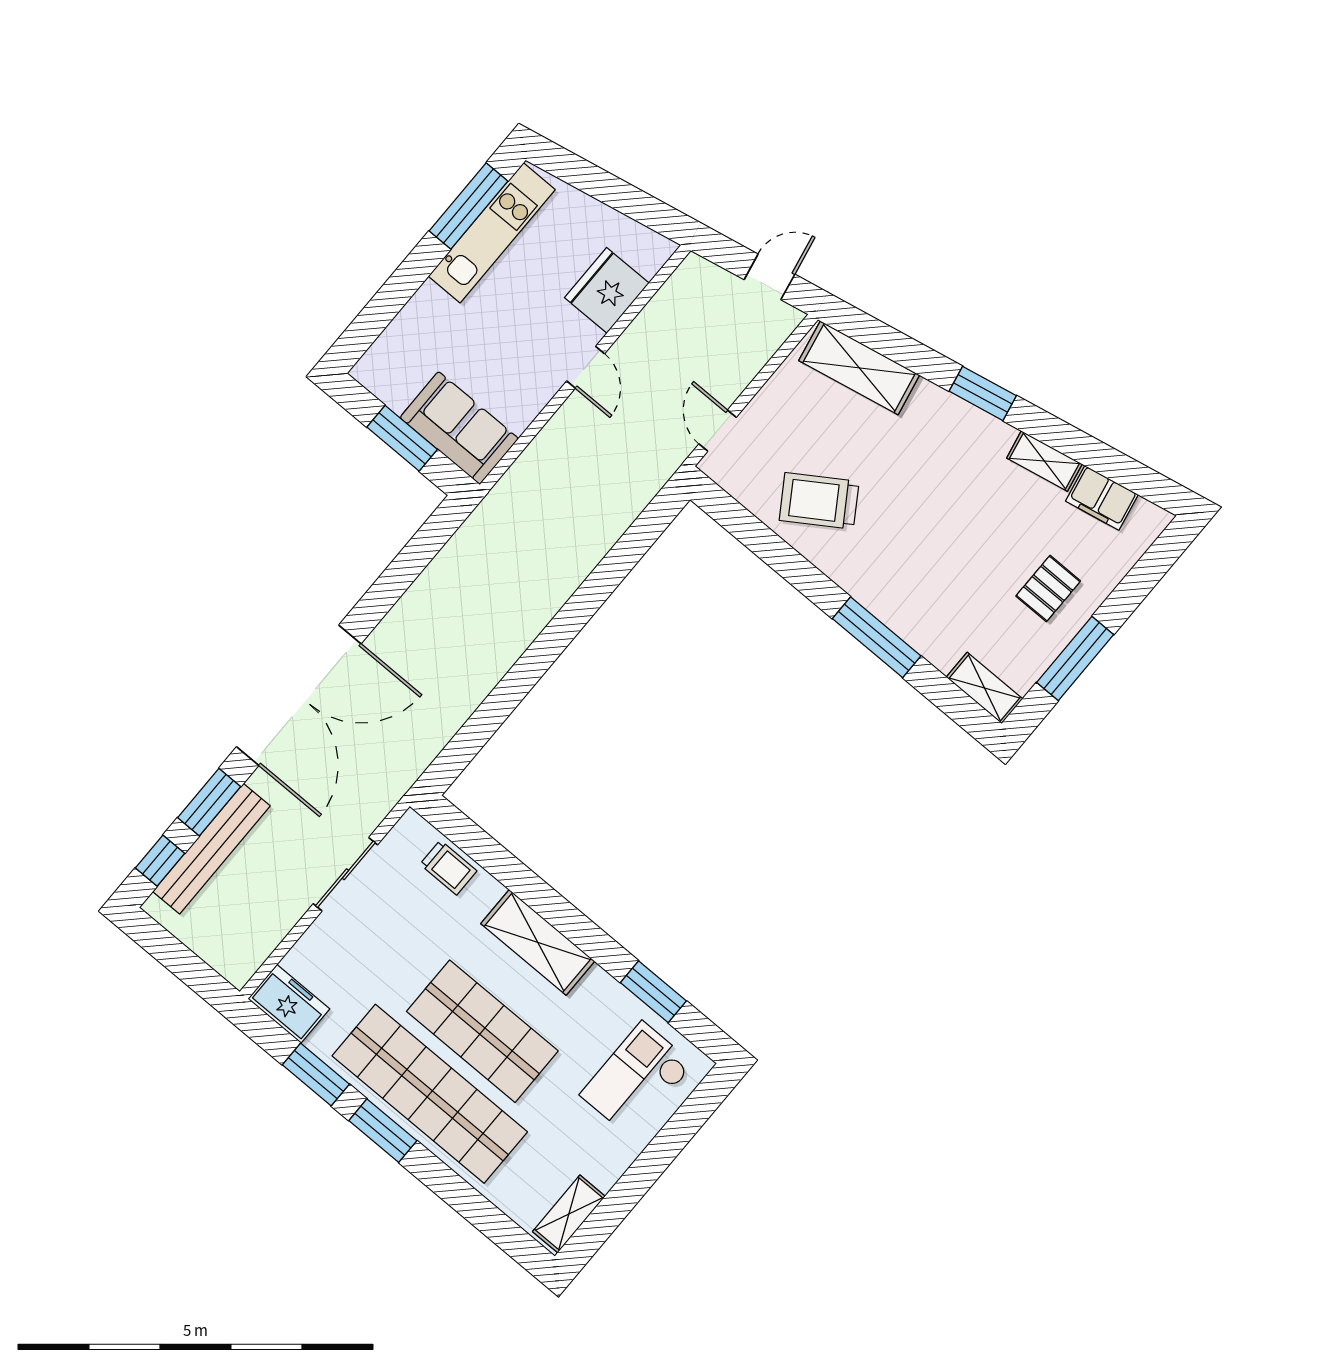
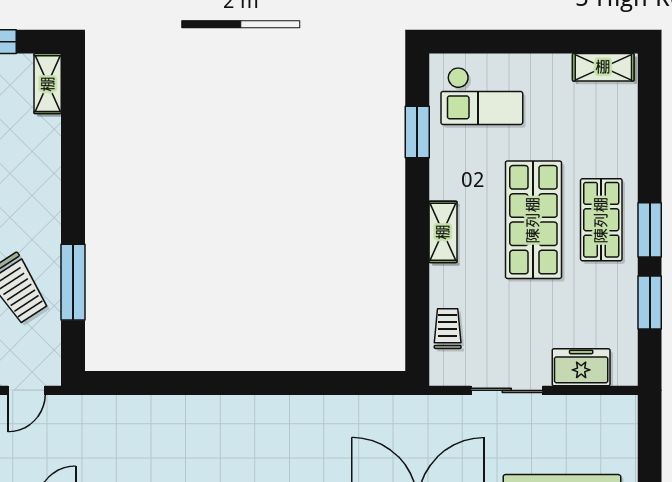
window: (877, 637) -> (73, 282), moved
shelving: (538, 942) -> (443, 232), width x0.67, depth x0.75
freezer: (289, 1004) -> (581, 367), moved, turned 90
shop shelf: (430, 1094) -> (601, 220), width x0.50, depth x0.74

